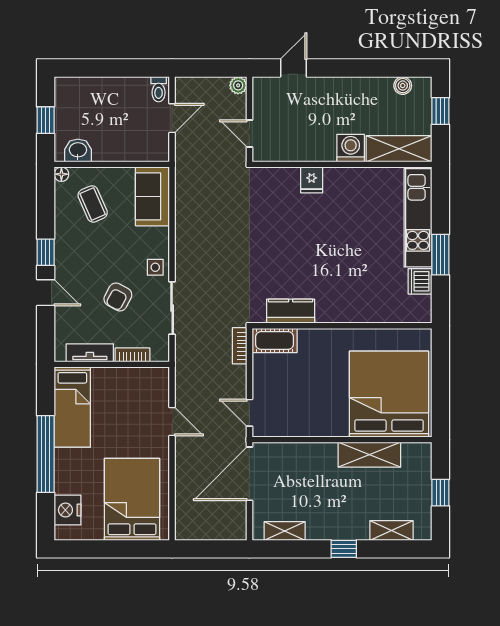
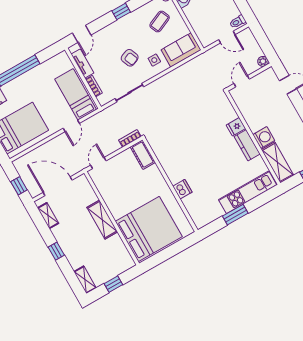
side table: (155, 267) -> (154, 60), moved
dishwasher: (420, 281) -> (182, 189), moved, turned 90
door: (46, 293) -> (82, 34), moved
armchair: (118, 297) -> (130, 58), moved, turned -140
kitchen counter: (291, 311) -> (247, 145), moved, turned 180
bed: (72, 407) -> (76, 94), moved, turned 90
shelving: (369, 455) -> (102, 220), moved
door: (249, 474) -> (58, 186), moved
shelving: (391, 530) -> (85, 280), moved
window: (216, 549) -> (19, 186), added

